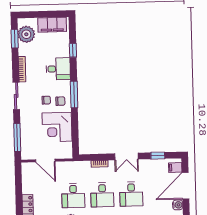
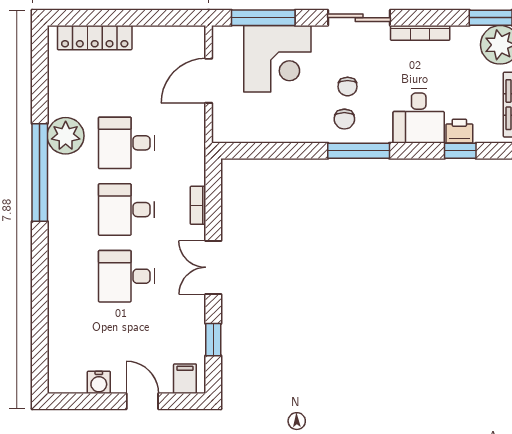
printer: (64, 51) -> (459, 131), added
corner desk: (57, 127) -> (277, 59), moved, turned 180
door: (185, 186) -> (142, 401), width x0.53

